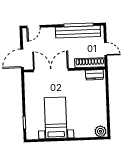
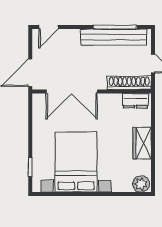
double door: (51, 70) -> (72, 92), swing flipped
wardrobe: (100, 104) -> (142, 143), added
bed with nightstands: (56, 118) -> (76, 162), width x1.36

